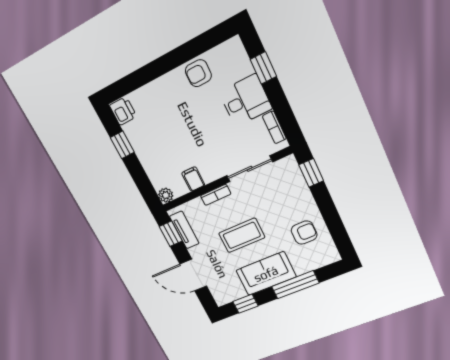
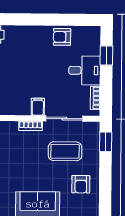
filing cabinet: (193, 179) -> (38, 107), moved
armchair: (304, 233) -> (81, 184), turned 90
coffee table: (242, 235) -> (65, 151), moved

